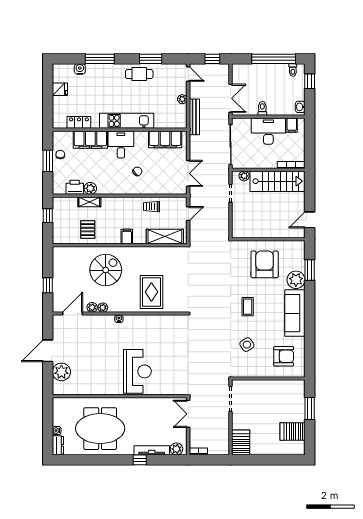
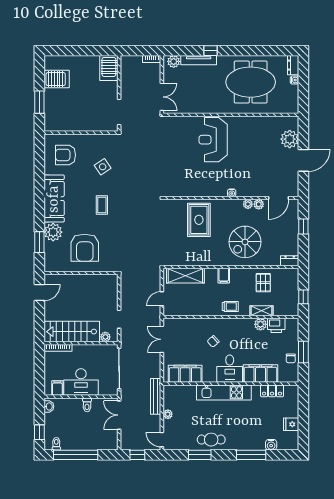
trolley: (151, 207) -> (230, 307), moved
dresser: (61, 251) -> (290, 261), added

